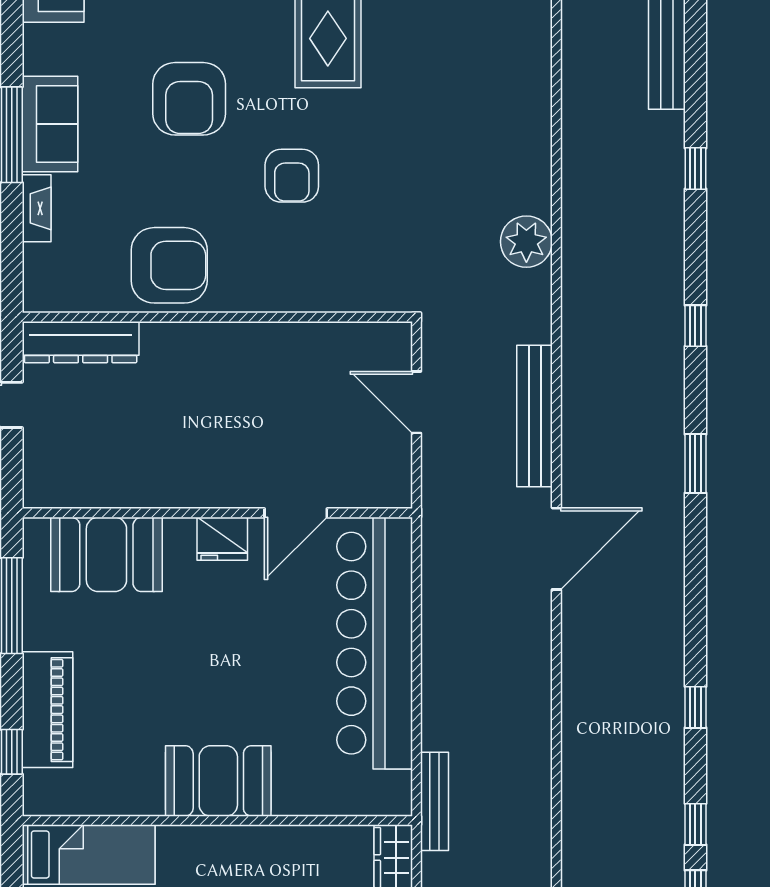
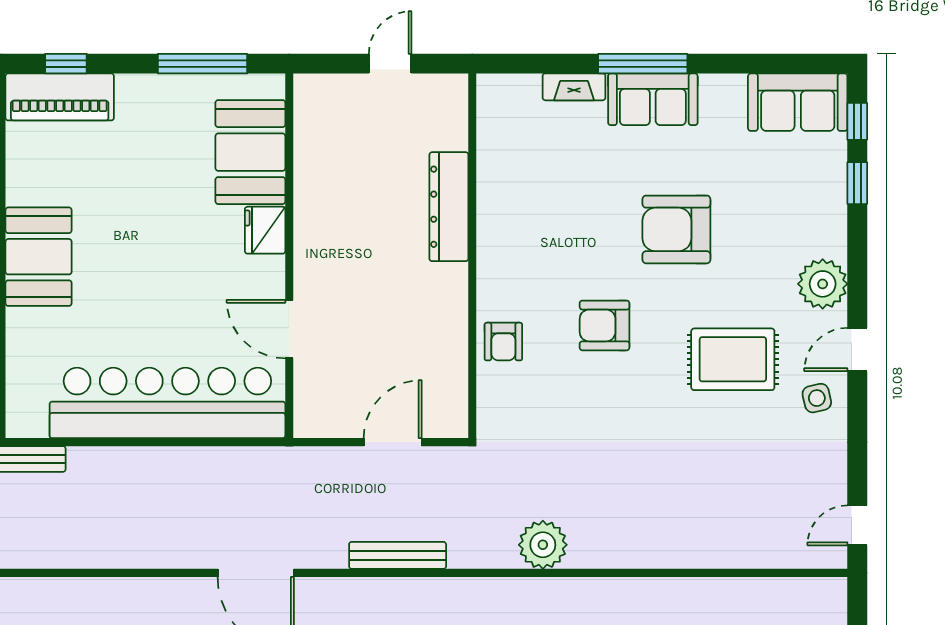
armchair: (169, 265) -> (503, 342), moved, width x0.53, depth x0.53
dresser: (81, 342) -> (449, 207), moved
bench: (535, 416) -> (398, 555), width x0.73, depth x0.82
fridge: (222, 539) -> (265, 230), moved
piano: (47, 710) -> (60, 97), moved

